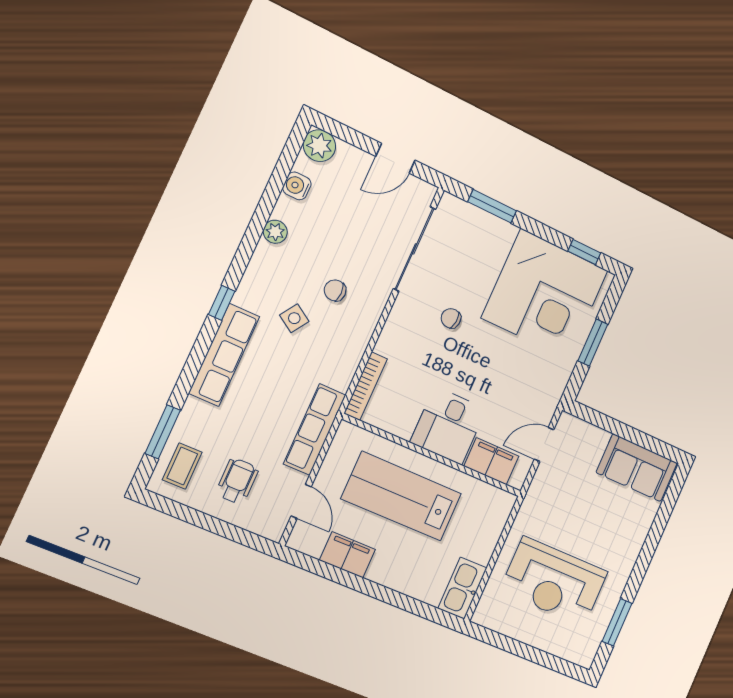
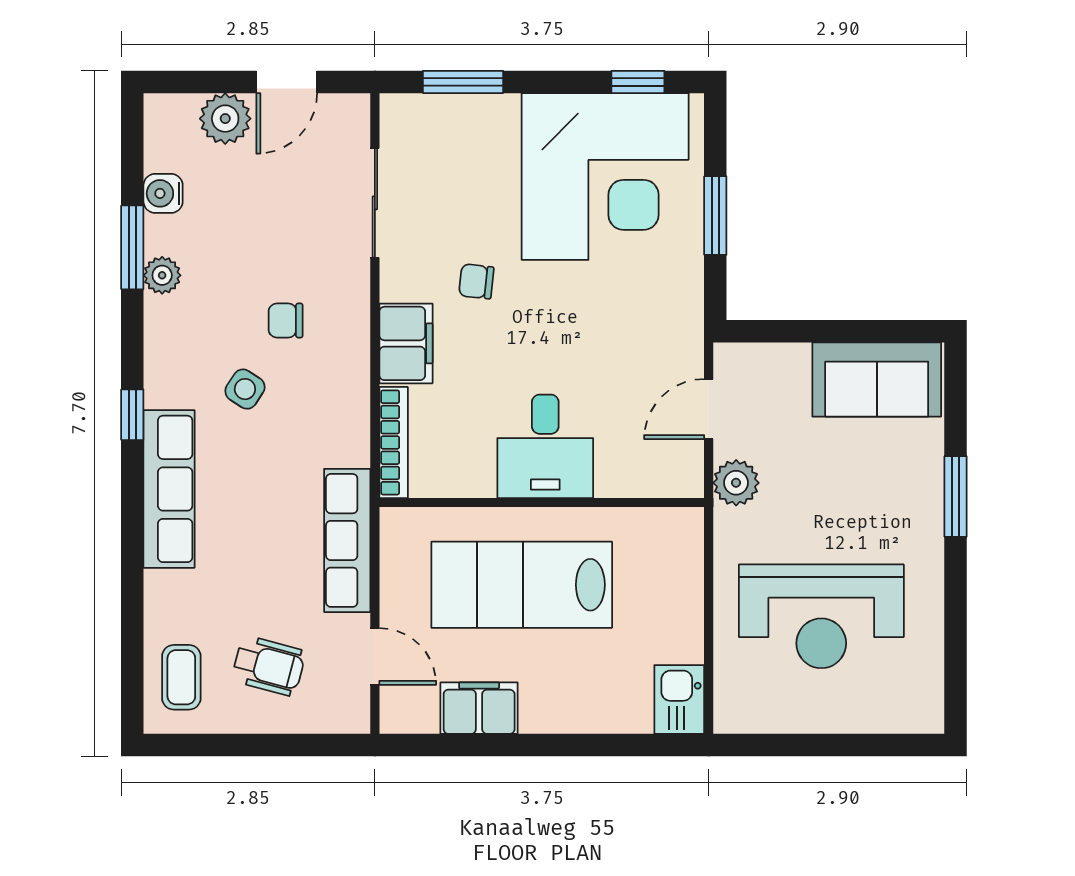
plant: (319, 146) -> (225, 119), moved
sliding door: (415, 249) -> (375, 203), width x0.73
window: (163, 432) -> (132, 247), moved
filing cabinet: (491, 461) -> (406, 343), moved, turned 90
wheelchair: (237, 481) -> (269, 666), turned 105
plant: (541, 490) -> (736, 483), added
kitchen sink: (462, 588) -> (679, 699), width x0.73
window: (617, 622) -> (956, 496), moved

